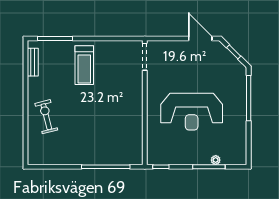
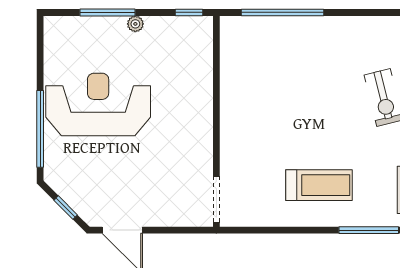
treadmill: (84, 65) -> (319, 185), turned 90
reception desk: (192, 112) -> (98, 105), moved
plant: (216, 160) -> (135, 24), moved

